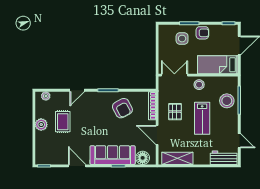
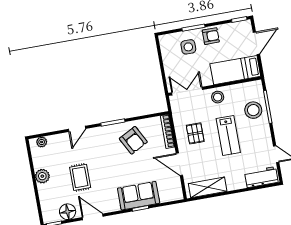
rug: (63, 122) -> (80, 177), moved
sofa: (113, 155) -> (139, 196), width x0.73
floor lamp: (143, 158) -> (68, 212), moved

